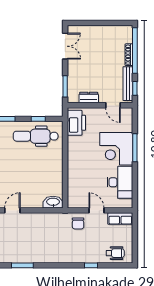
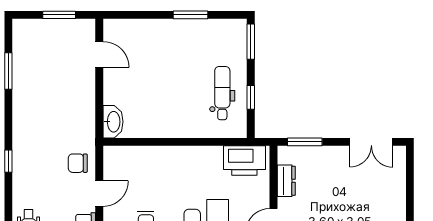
dental chair: (36, 136) -> (222, 93), width x0.73, depth x0.72
window: (91, 265) -> (8, 161), moved

